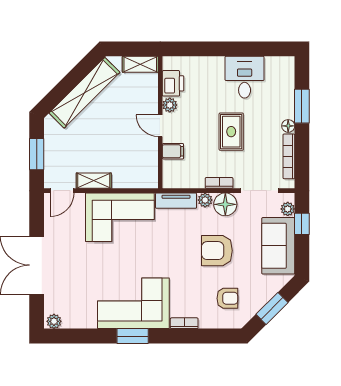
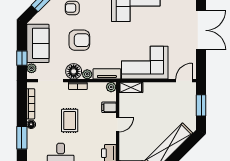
plant: (170, 105) -> (111, 87), moved
door: (160, 126) -> (118, 125), hinge flipped
shelving: (94, 181) -> (131, 87), moved

